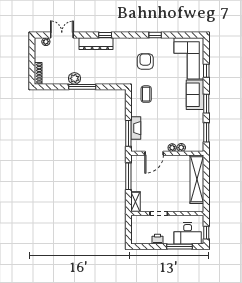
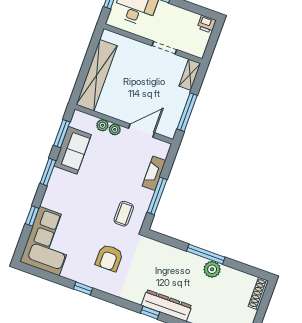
sofa: (195, 95) -> (73, 150), moved
window: (128, 133) -> (157, 196), moved
printer: (157, 239) -> (207, 24), moved

